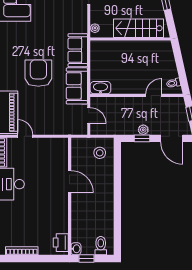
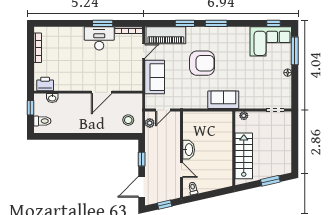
sofa: (77, 86) -> (155, 77), moved, turned 90
washbasin: (100, 88) -> (189, 150), moved
plant: (143, 130) -> (150, 123), moved
washbasin: (76, 249) -> (52, 98), moved

